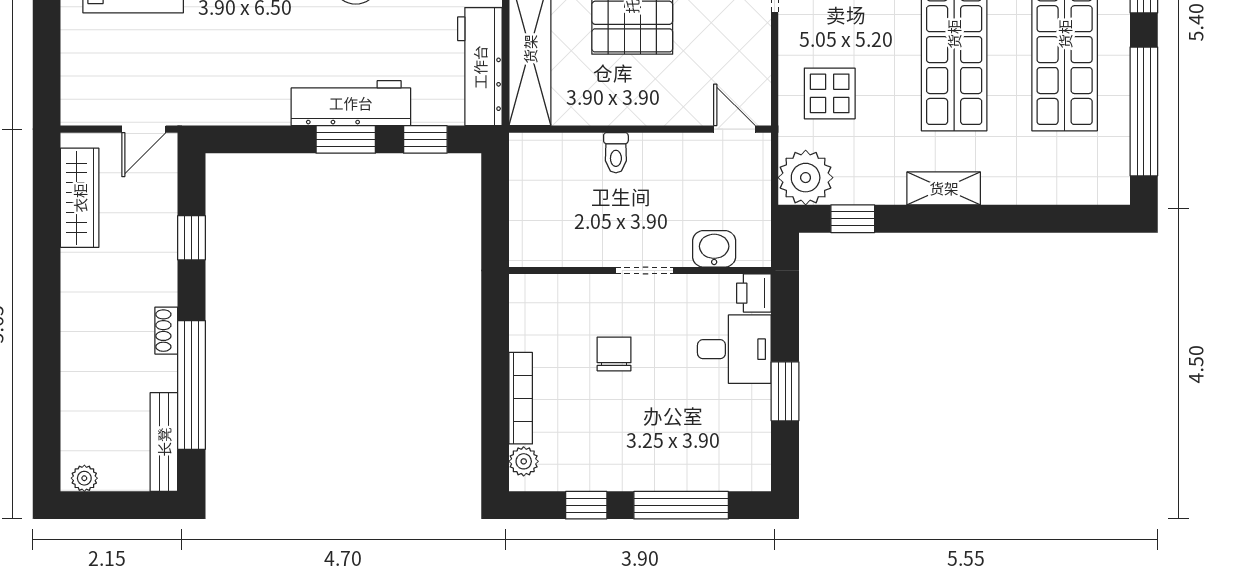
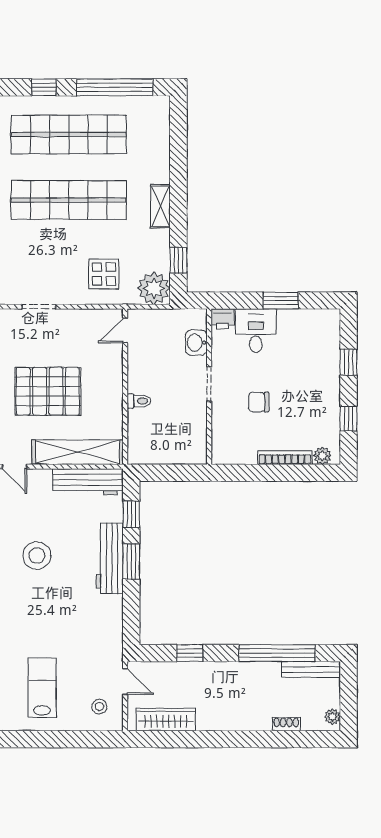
stool: (102, 86) -> (99, 706), added
shoe rack: (166, 331) -> (286, 724), moved, turned 180
window: (681, 505) -> (348, 362), width x0.46

